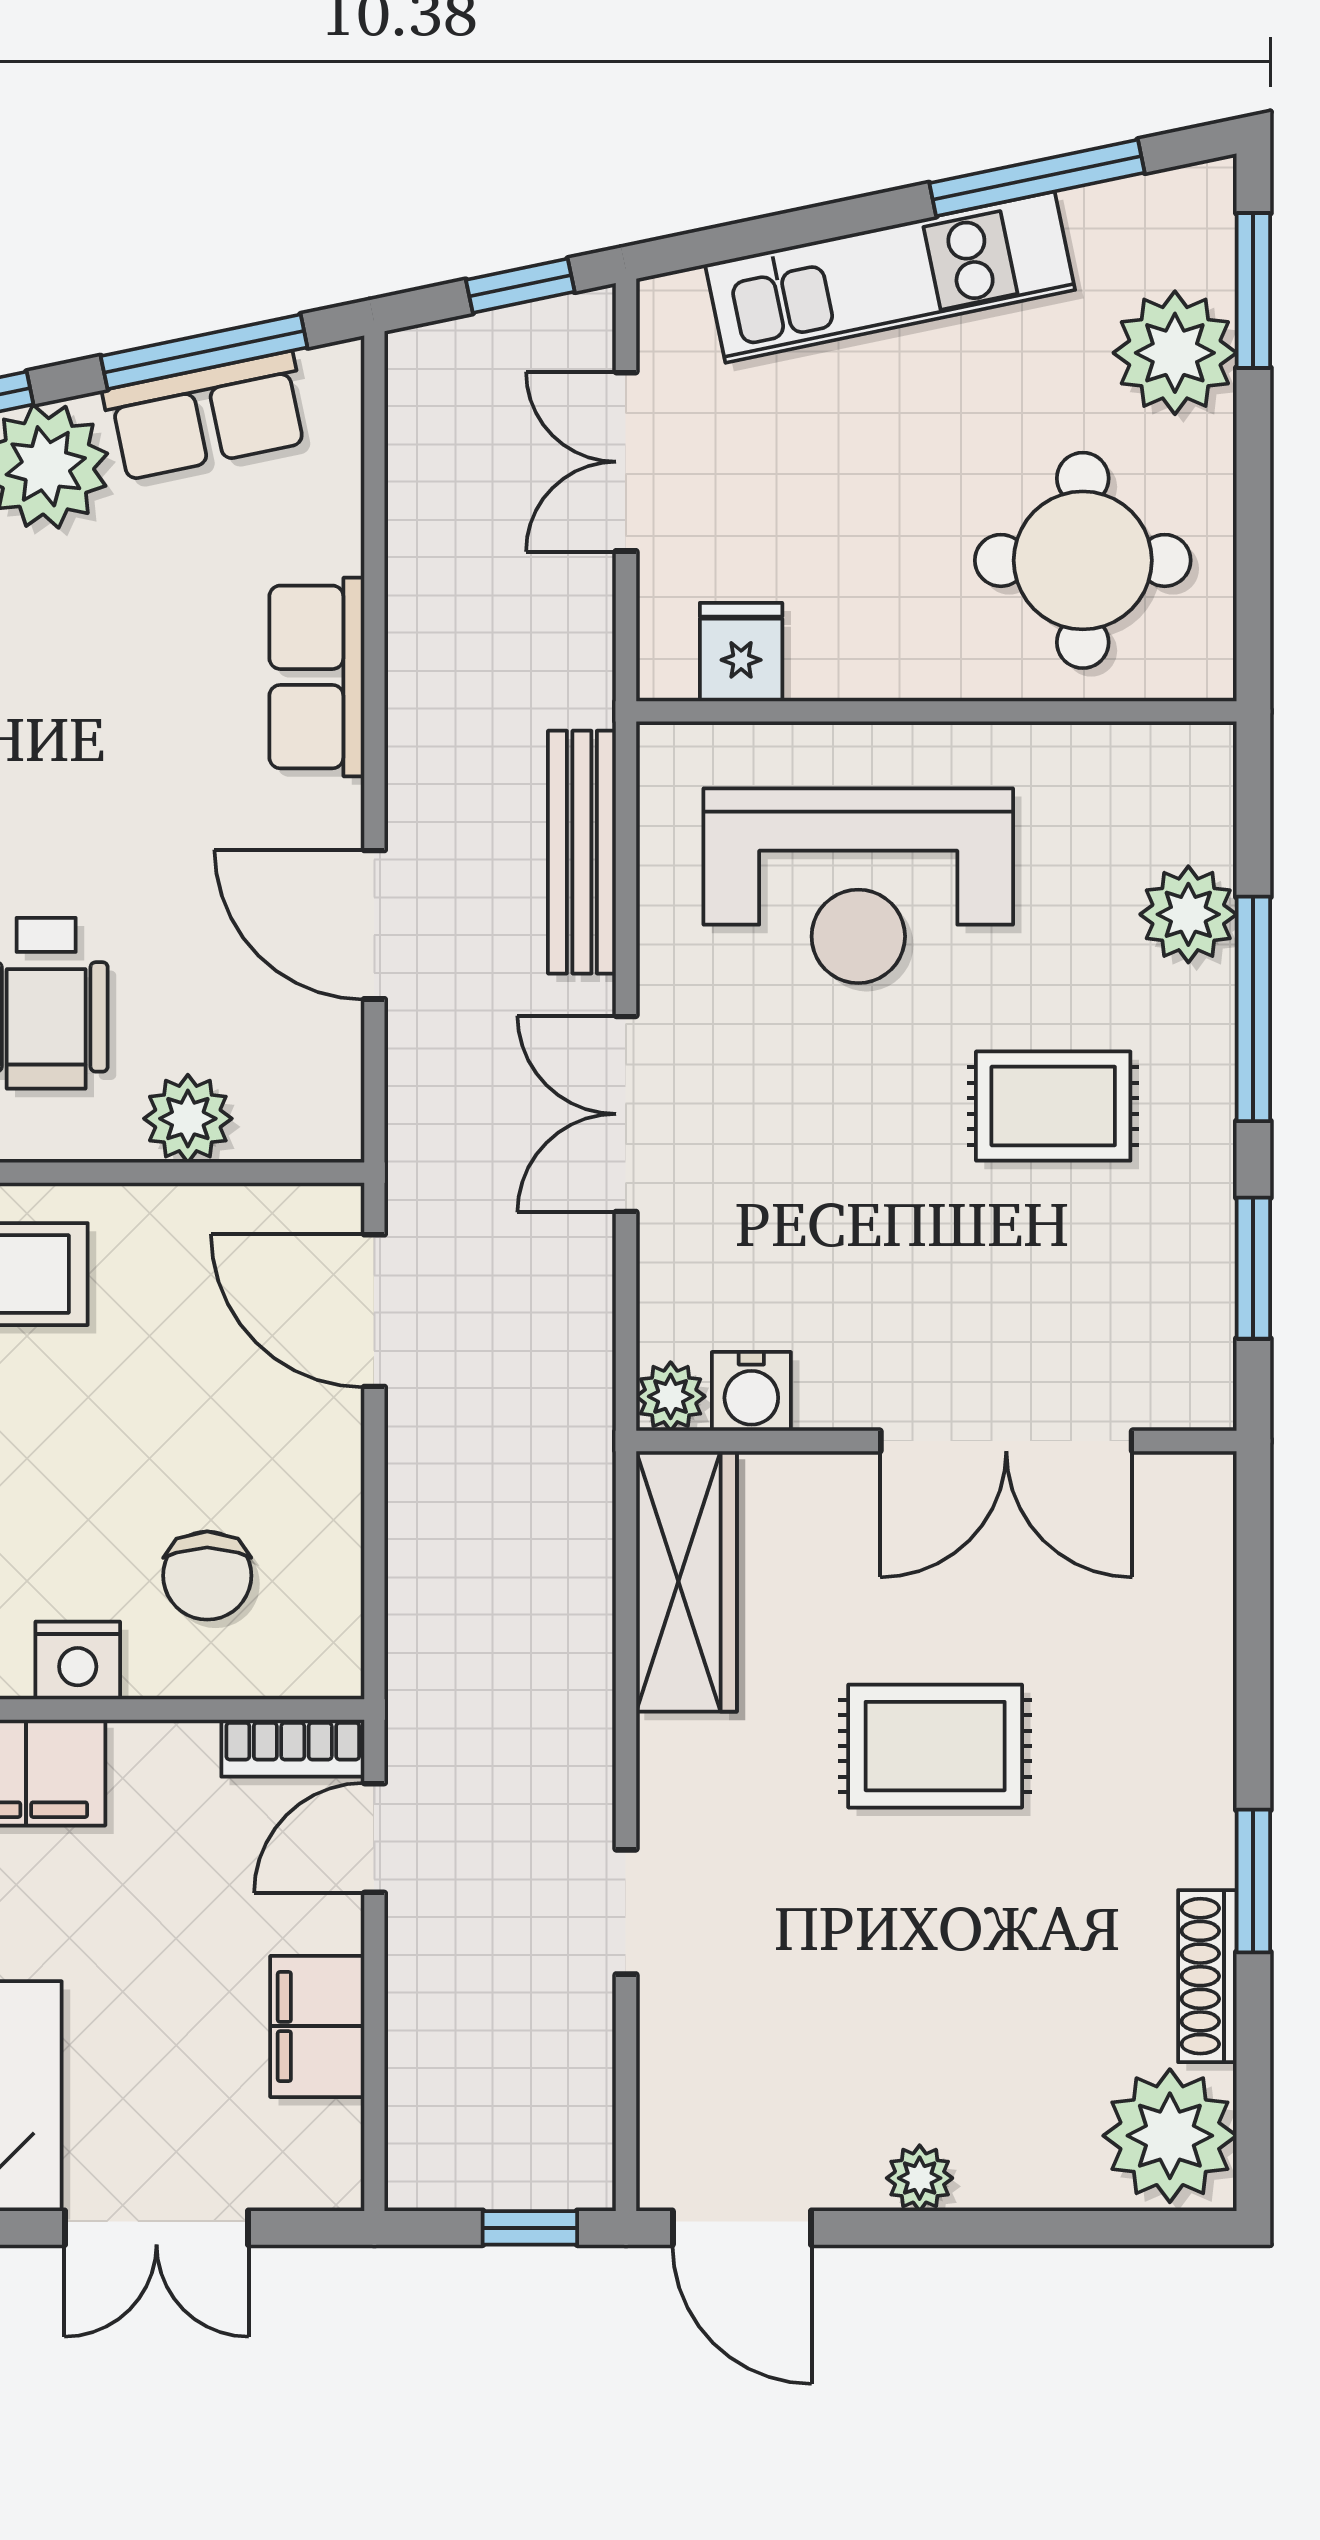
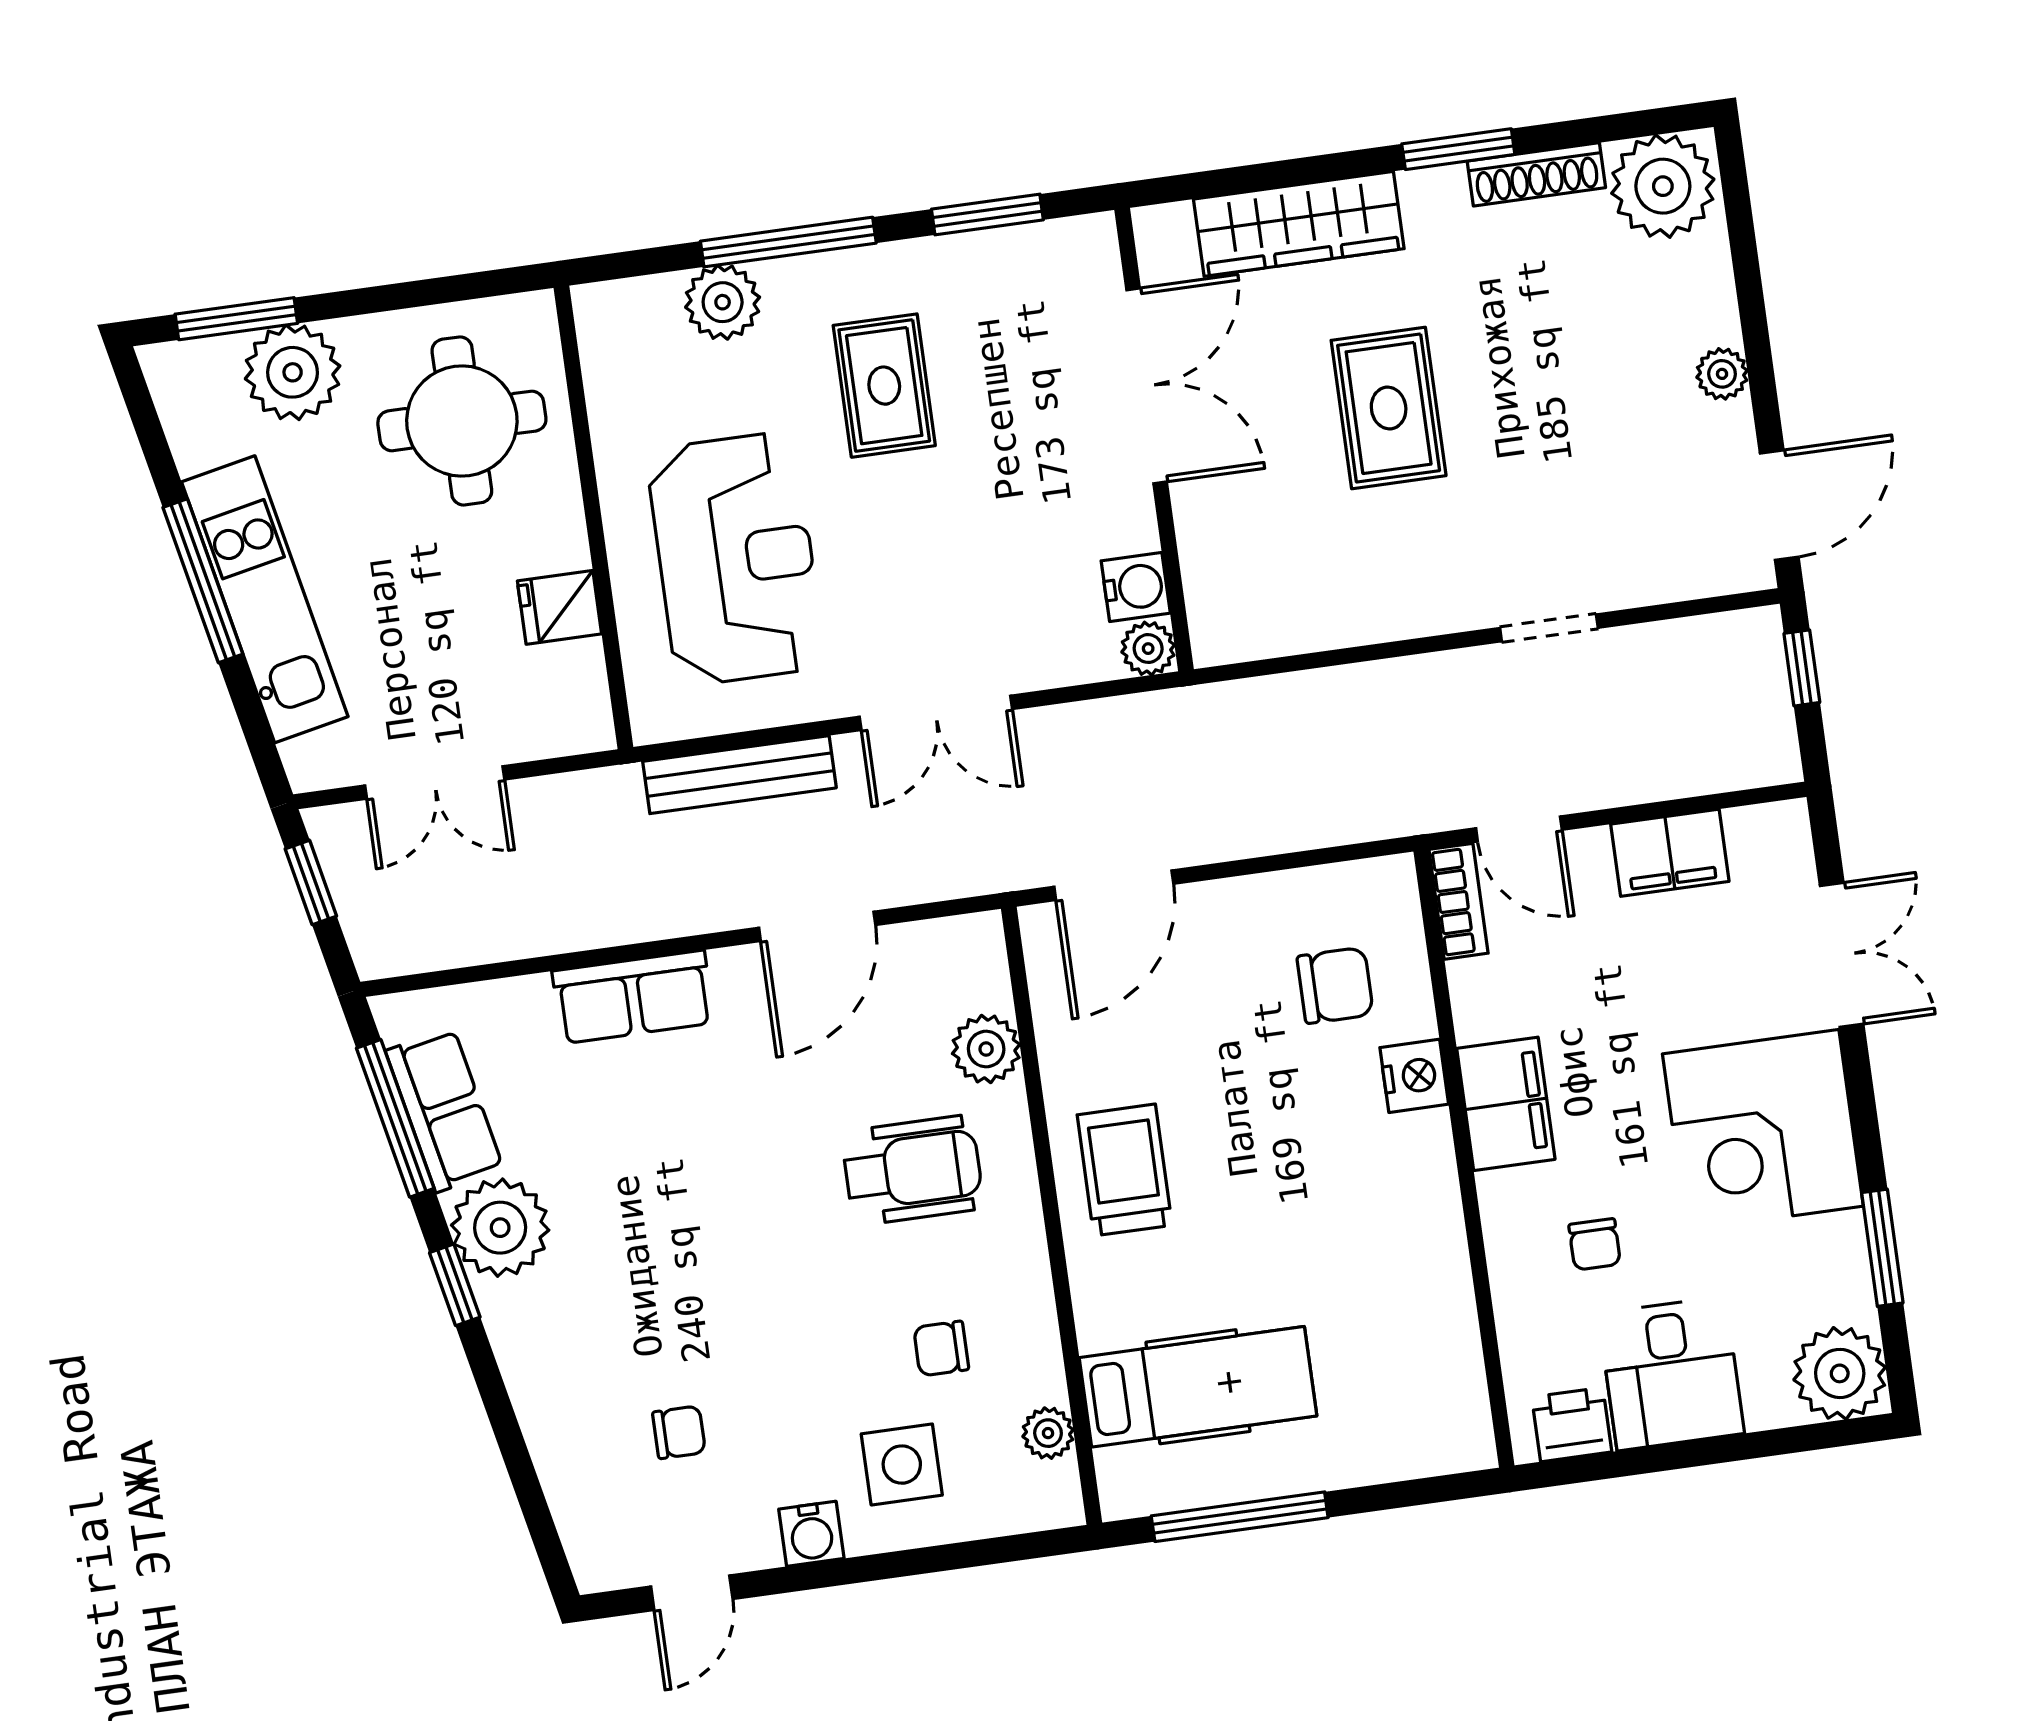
window: (1037, 178) -> (203, 581), moved
fridge: (741, 652) -> (559, 607), moved
wardrobe: (686, 1581) -> (1299, 224), moved, turned 180

